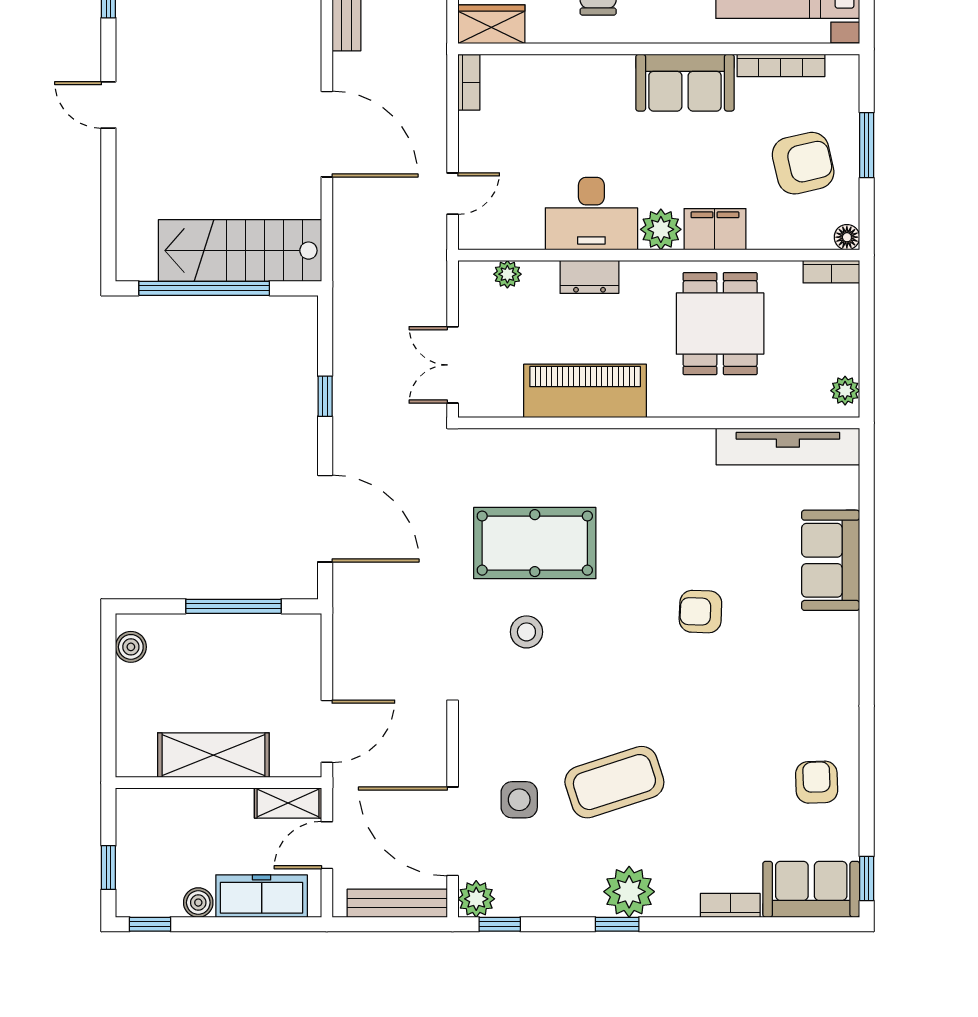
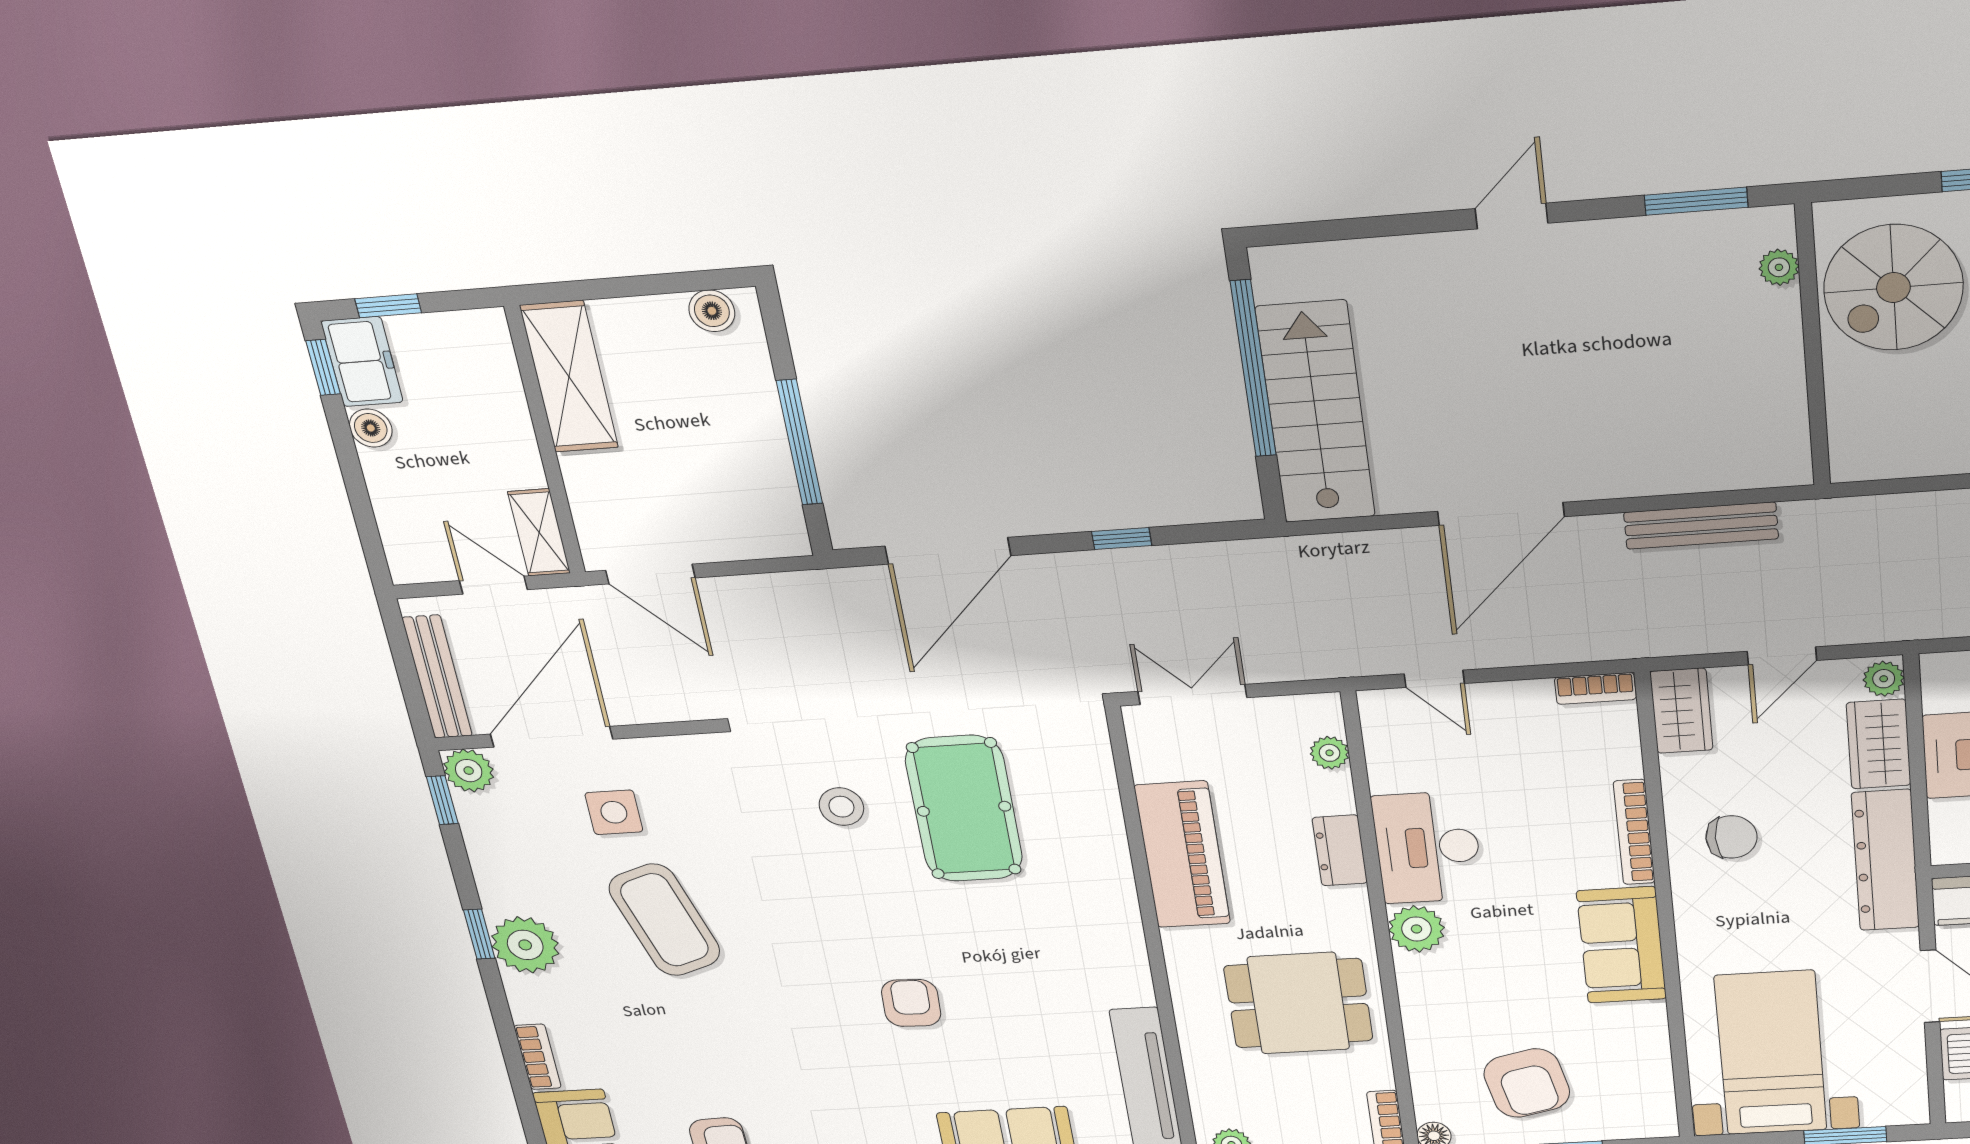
bookcase: (781, 65) -> (1634, 832), moved
filing cabinet: (715, 229) -> (1425, 990), removed
shelving: (213, 755) -> (569, 377), moved
freezer: (262, 896) -> (362, 362), moved, width x0.71

